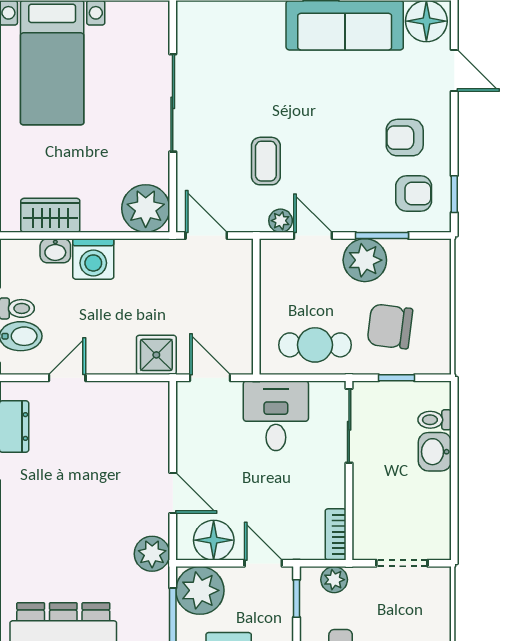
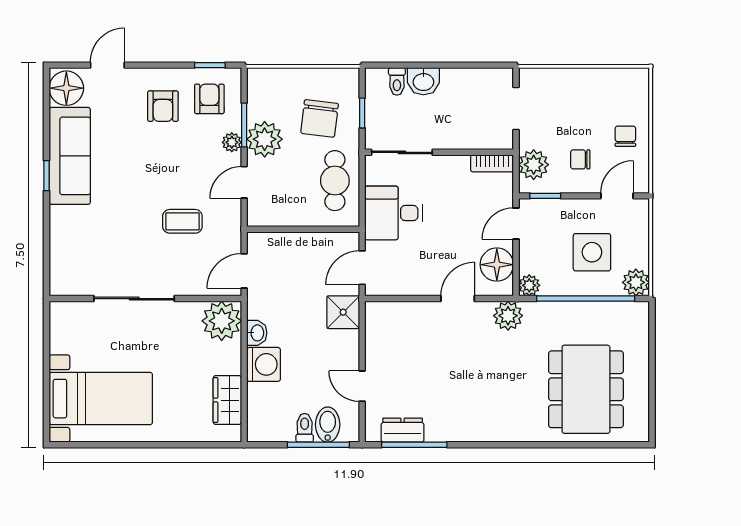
plant: (281, 221) -> (232, 142), moved
washbasin: (55, 251) -> (257, 333), moved
plant: (334, 580) -> (534, 165), width x1.38, depth x1.38
plant: (200, 590) -> (529, 285), width x0.53, depth x0.53

